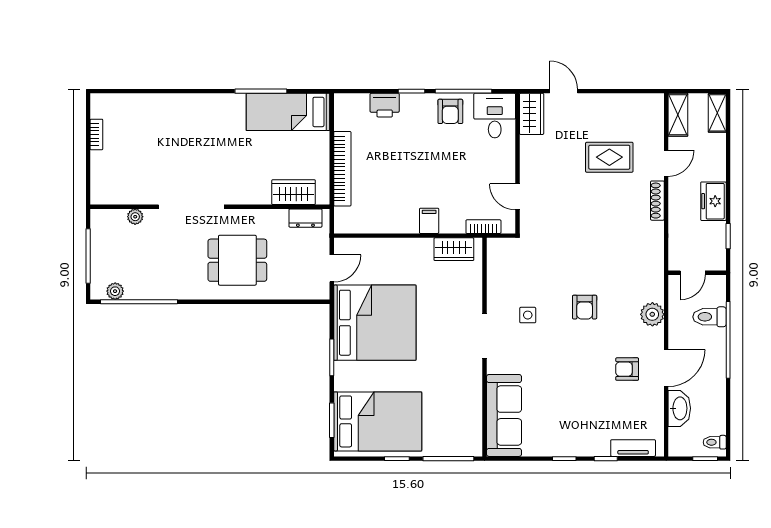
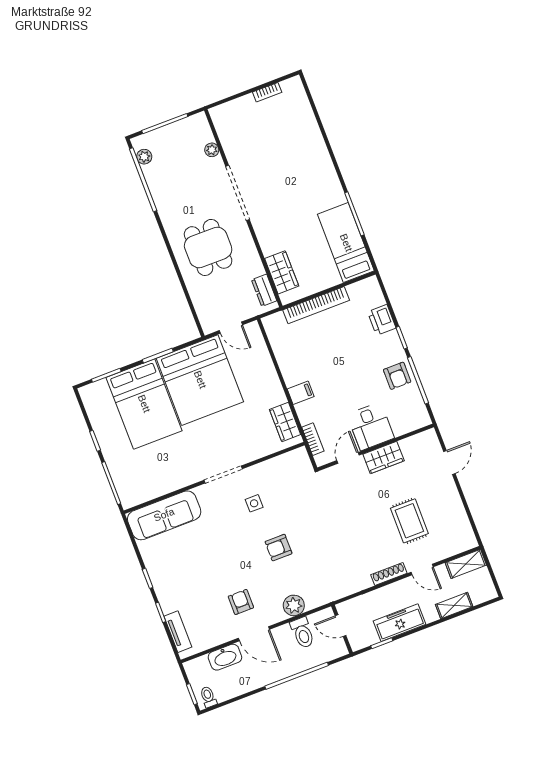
armchair: (450, 111) -> (397, 376), turned -90
shelving: (717, 113) -> (454, 605), moved
wardrobe: (532, 114) -> (384, 458), moved
desk: (495, 116) -> (371, 426), moved, turned 90
freezer: (713, 201) -> (400, 623), width x1.40
toilet: (709, 317) -> (302, 633), moved, turned 180
bed: (378, 421) -> (144, 404), moved

